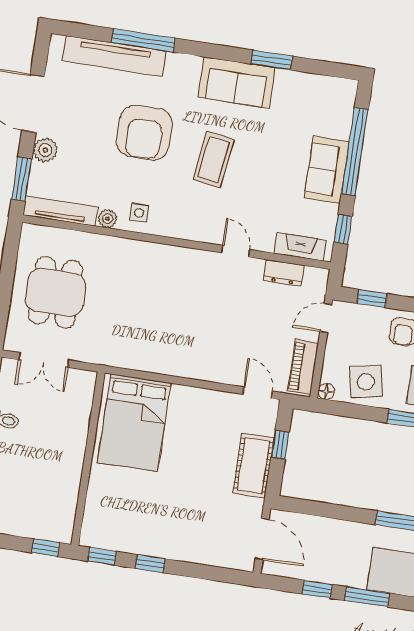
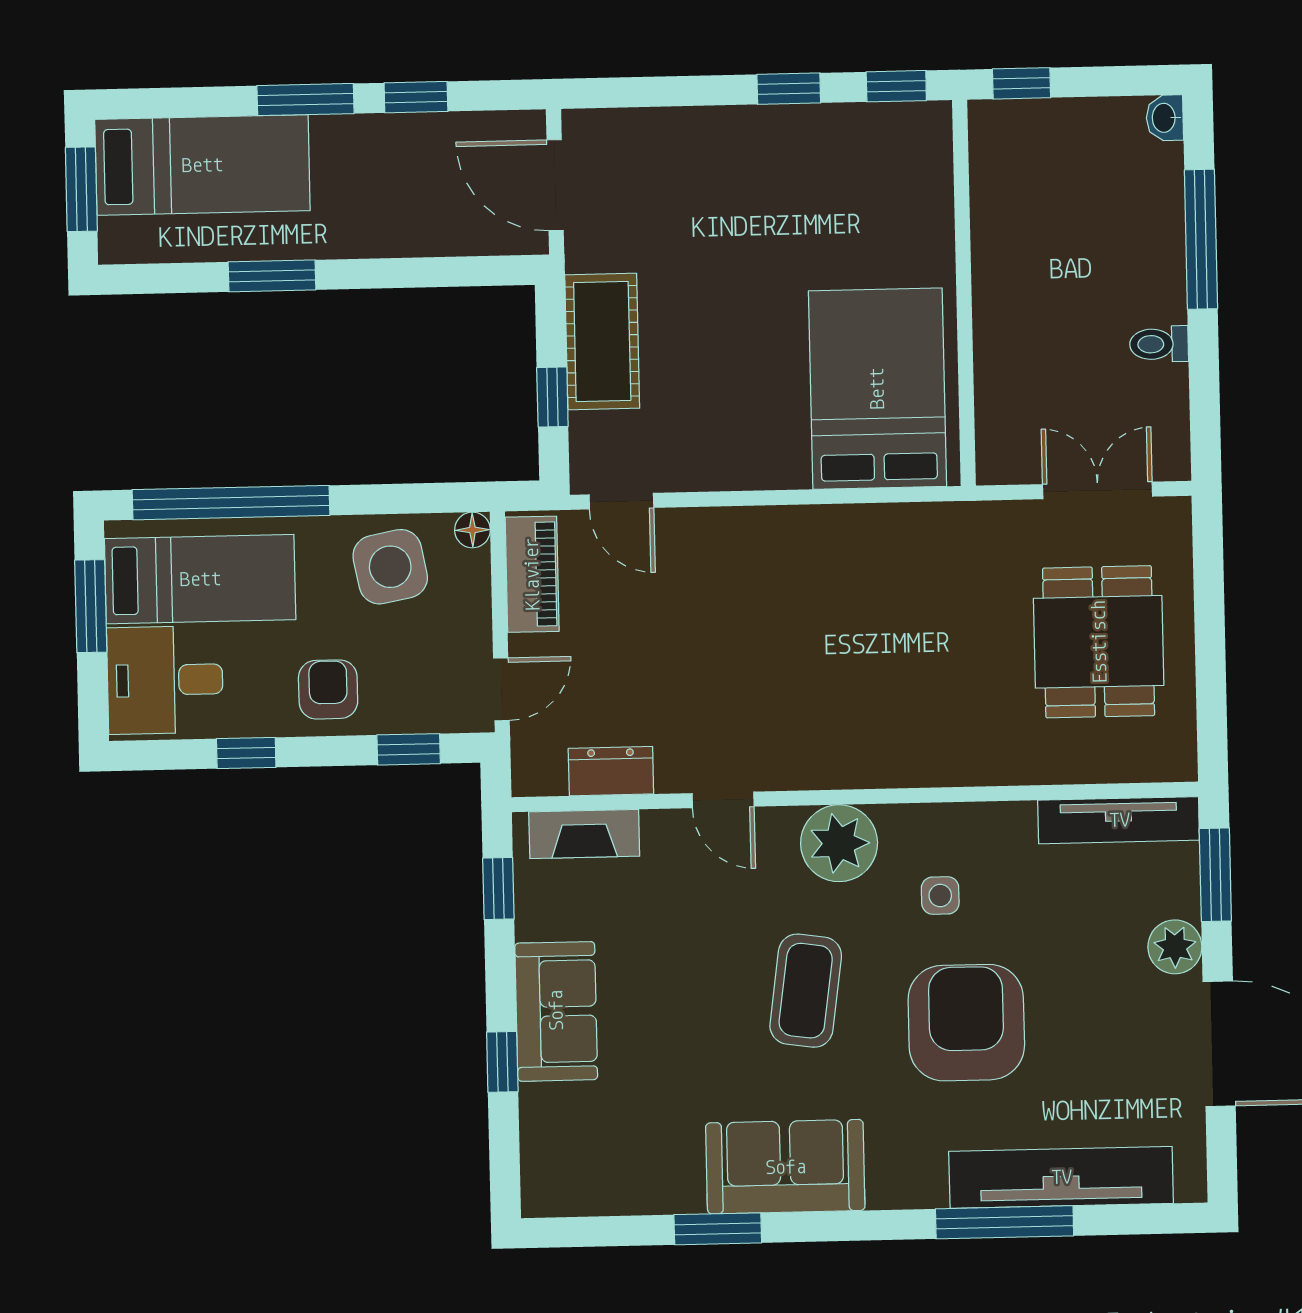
window: (355, 152) -> (502, 1062), width x0.32
side table: (139, 213) -> (940, 895), moved
plant: (108, 219) -> (839, 843), moved, width x1.88, depth x1.88

